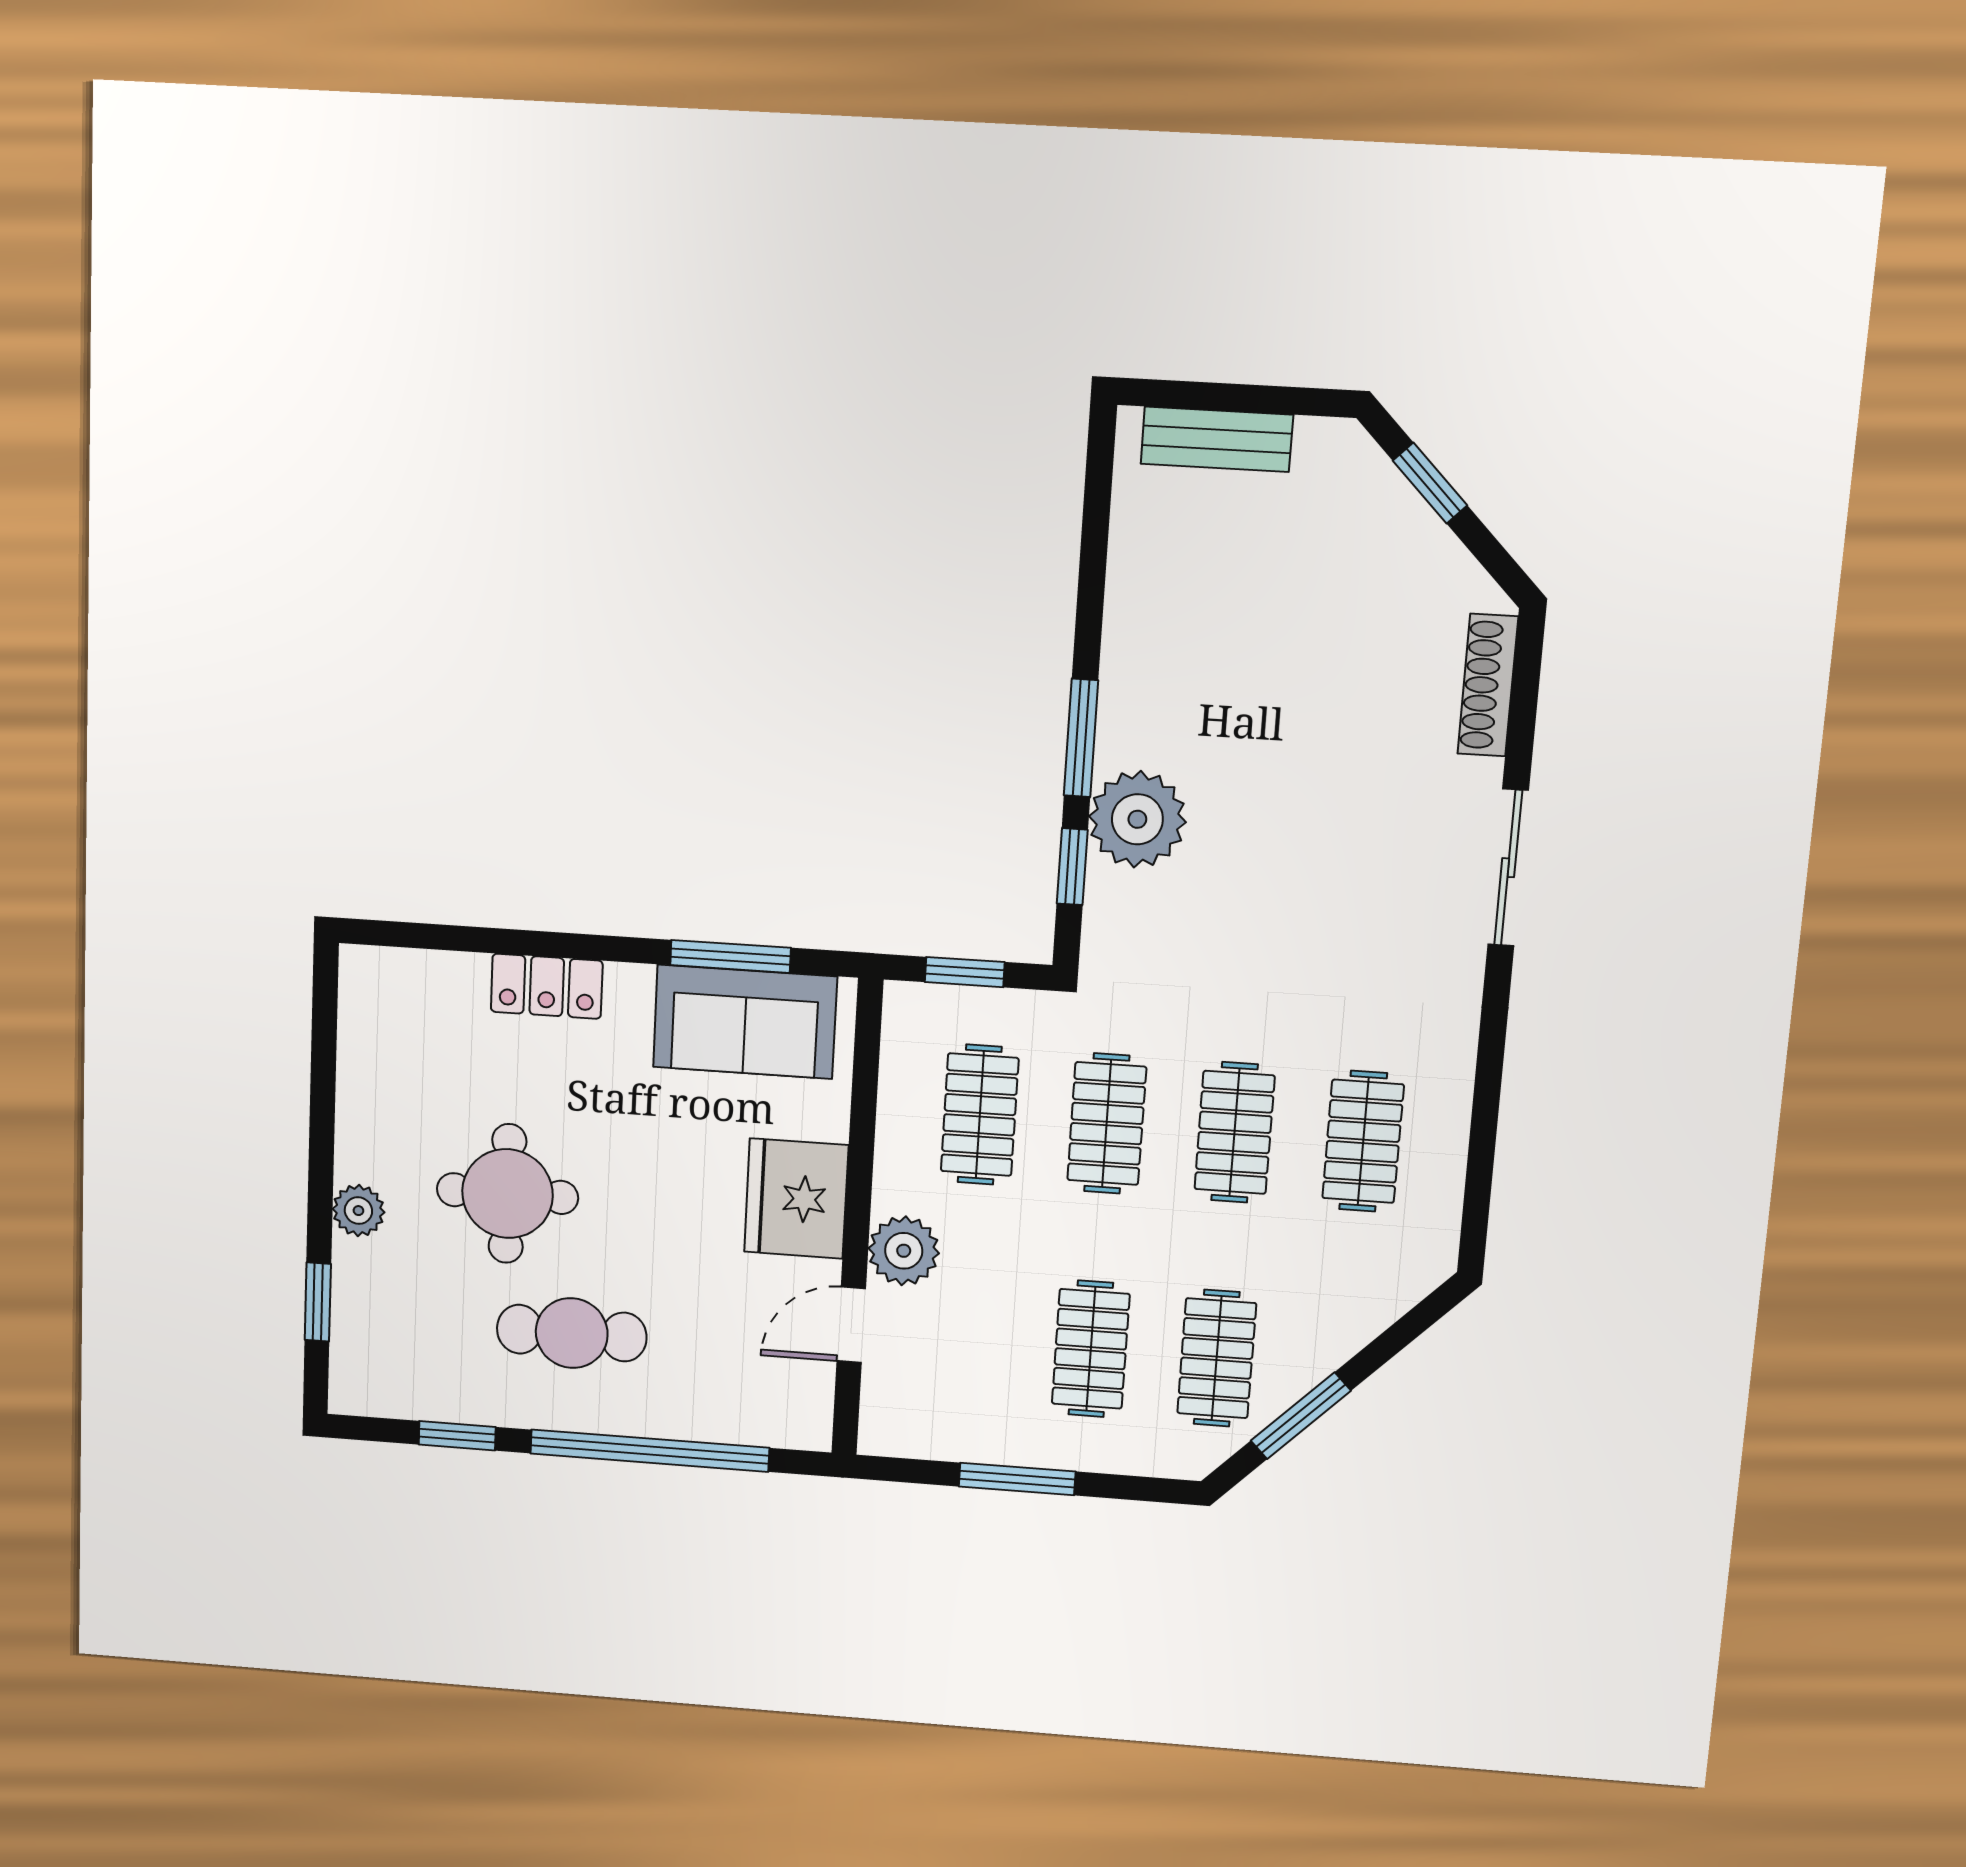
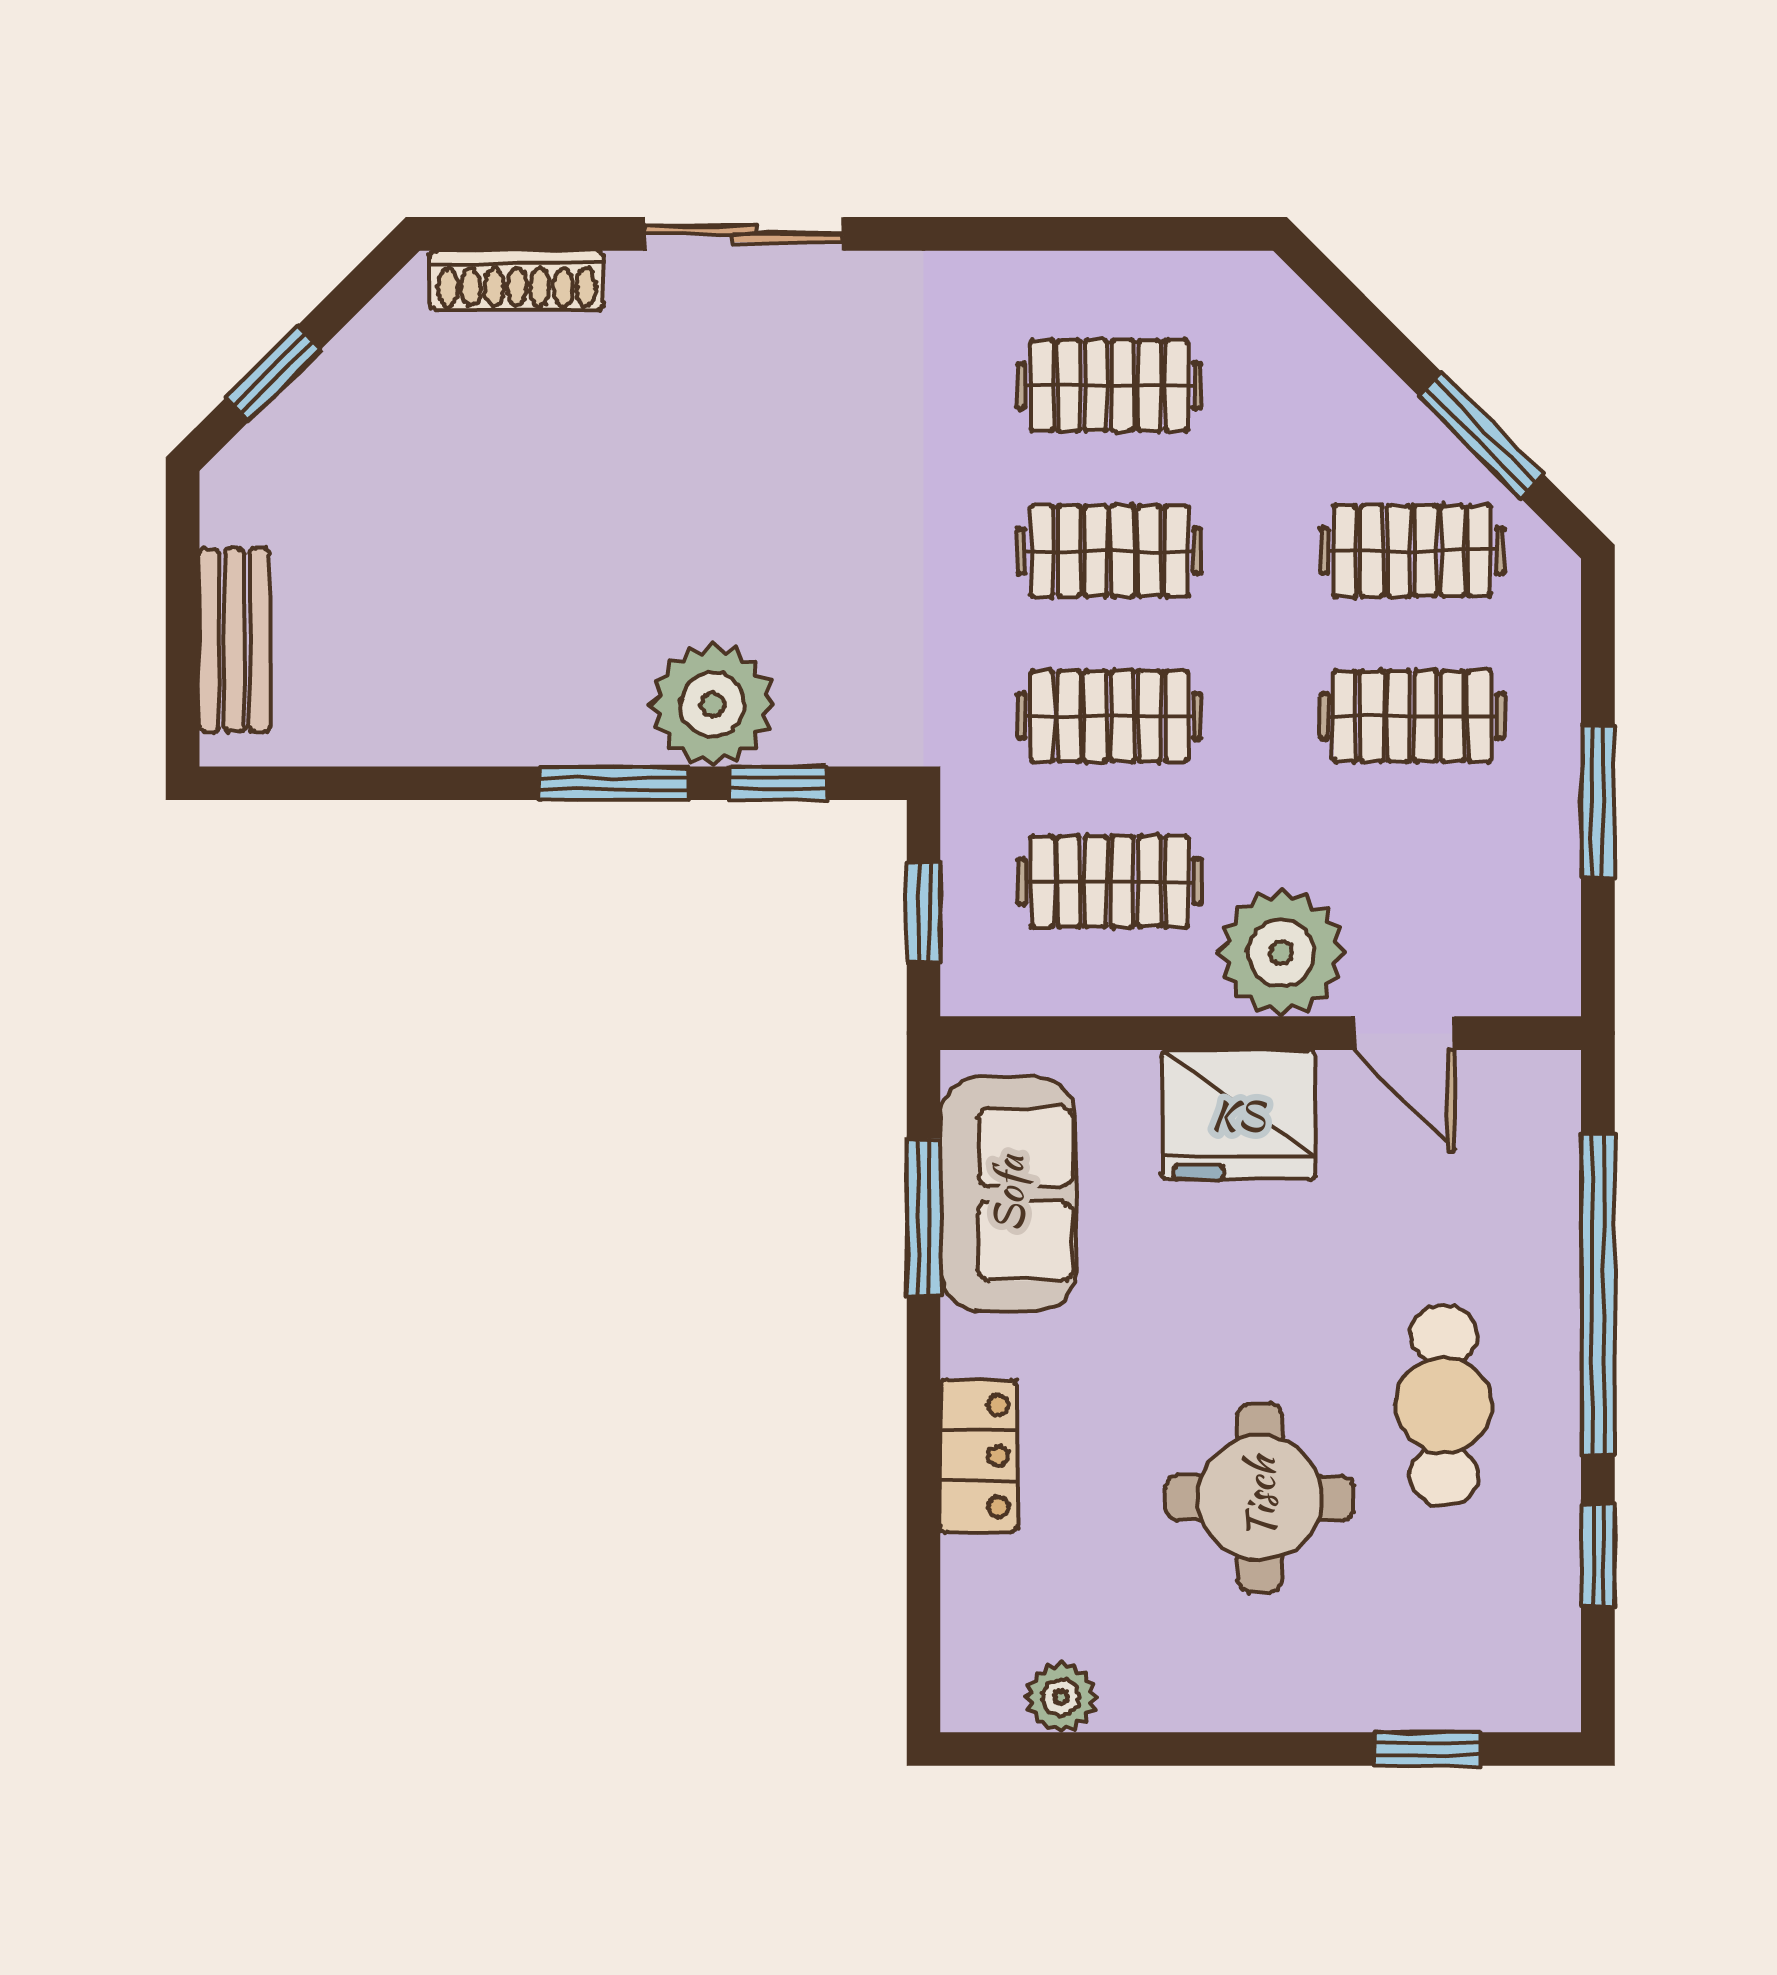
plant: (358, 1211) -> (1061, 1697), moved
plant: (904, 1251) -> (1281, 953), width x1.36, depth x1.36

